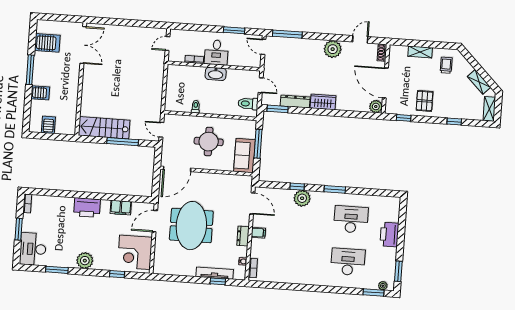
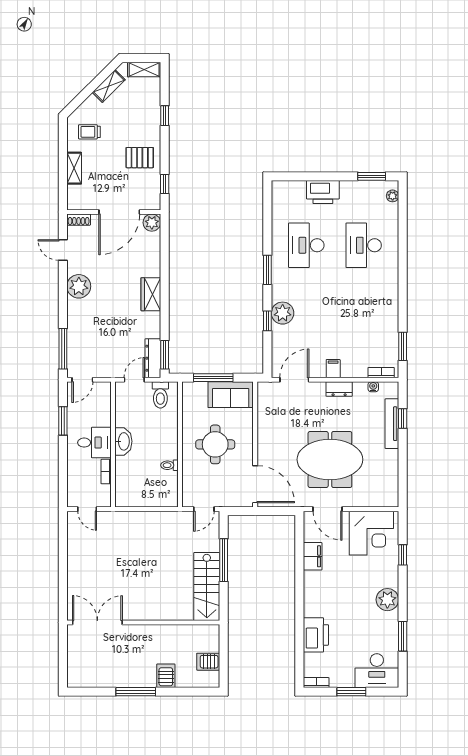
server rack: (47, 43) -> (98, 671), removed
dresser: (295, 101) -> (153, 358), moved
printer: (87, 208) -> (316, 635), moved
window: (374, 293) -> (403, 346), moved

